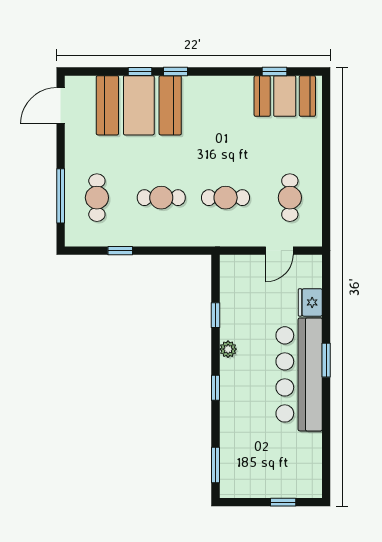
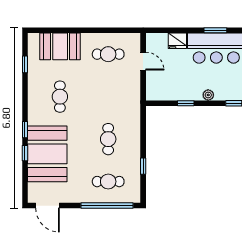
booth: (285, 96) -> (60, 46), moved, turned 90
window: (61, 196) -> (107, 206), width x1.46
cafe table: (226, 198) -> (60, 97), moved

